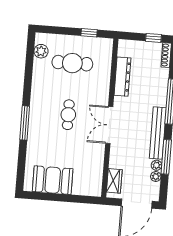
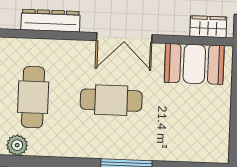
cafe table: (68, 115) -> (111, 100), width x1.37, depth x1.35
booth: (53, 180) -> (194, 64), moved, turned 90

